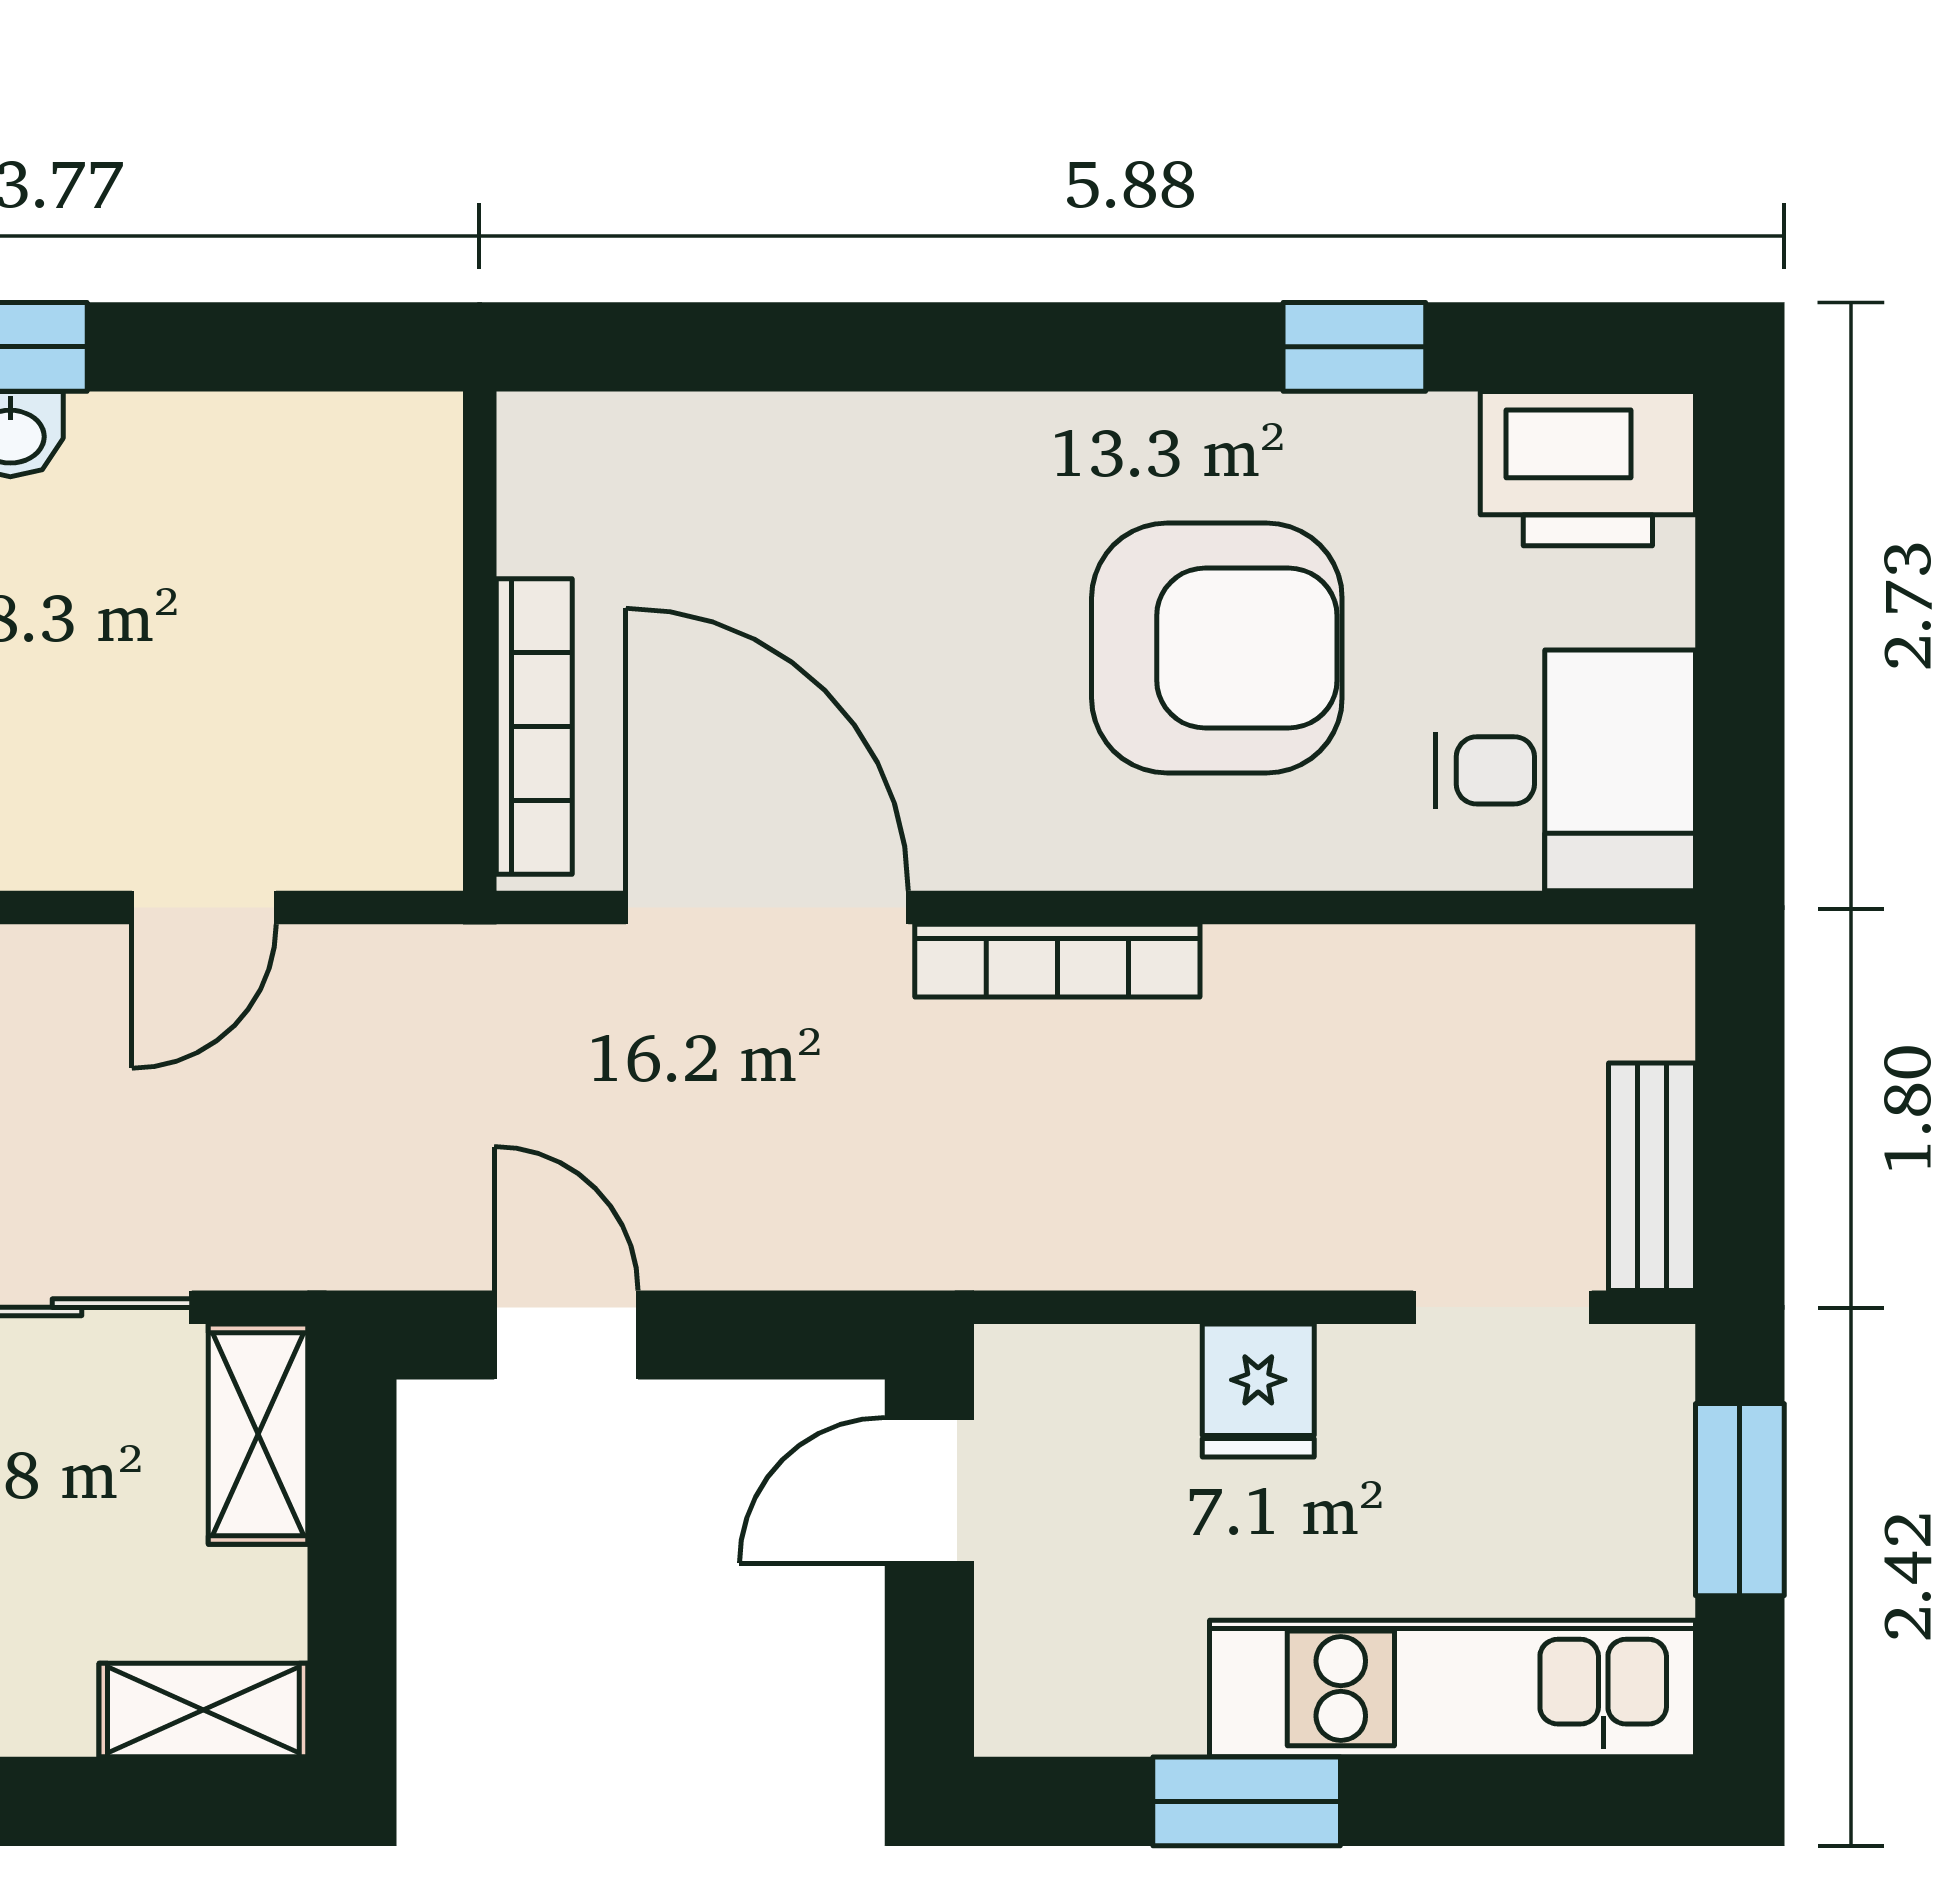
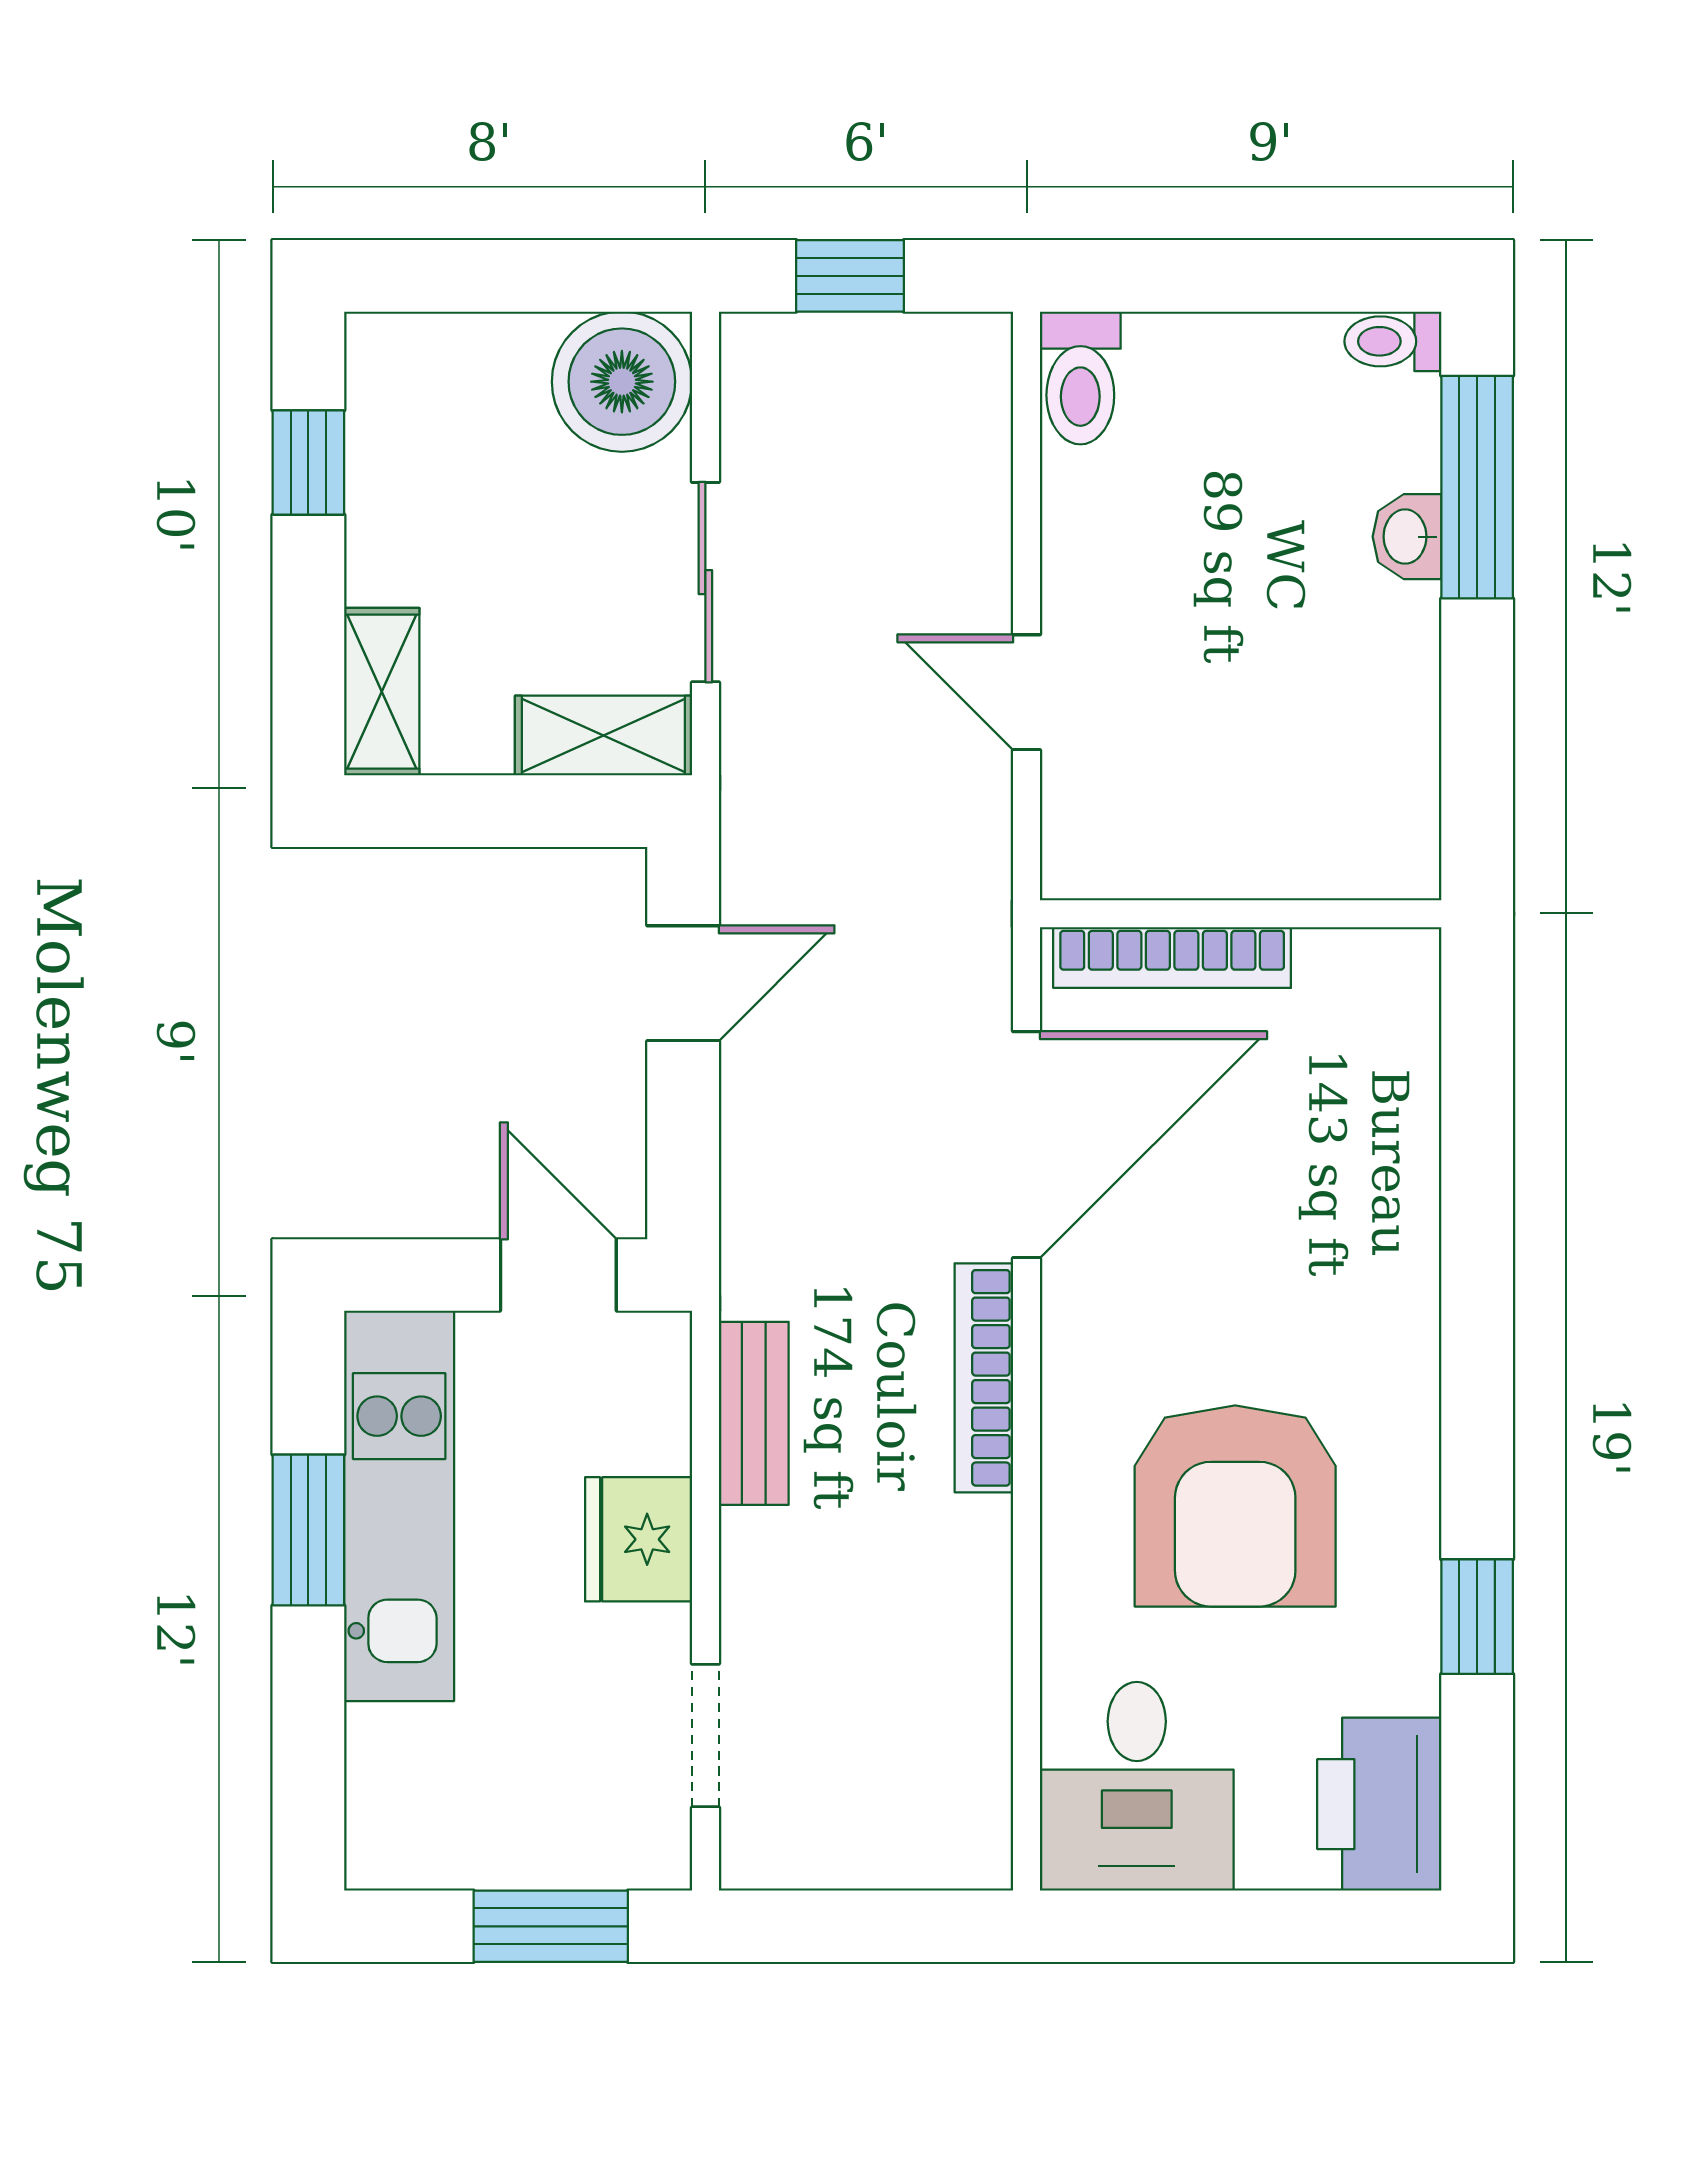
bench: (1652, 1177) -> (754, 1413), moved, turned 90
fridge: (1258, 1390) -> (639, 1539), width x1.38
kitchen unit: (1453, 1688) -> (399, 1506), moved

